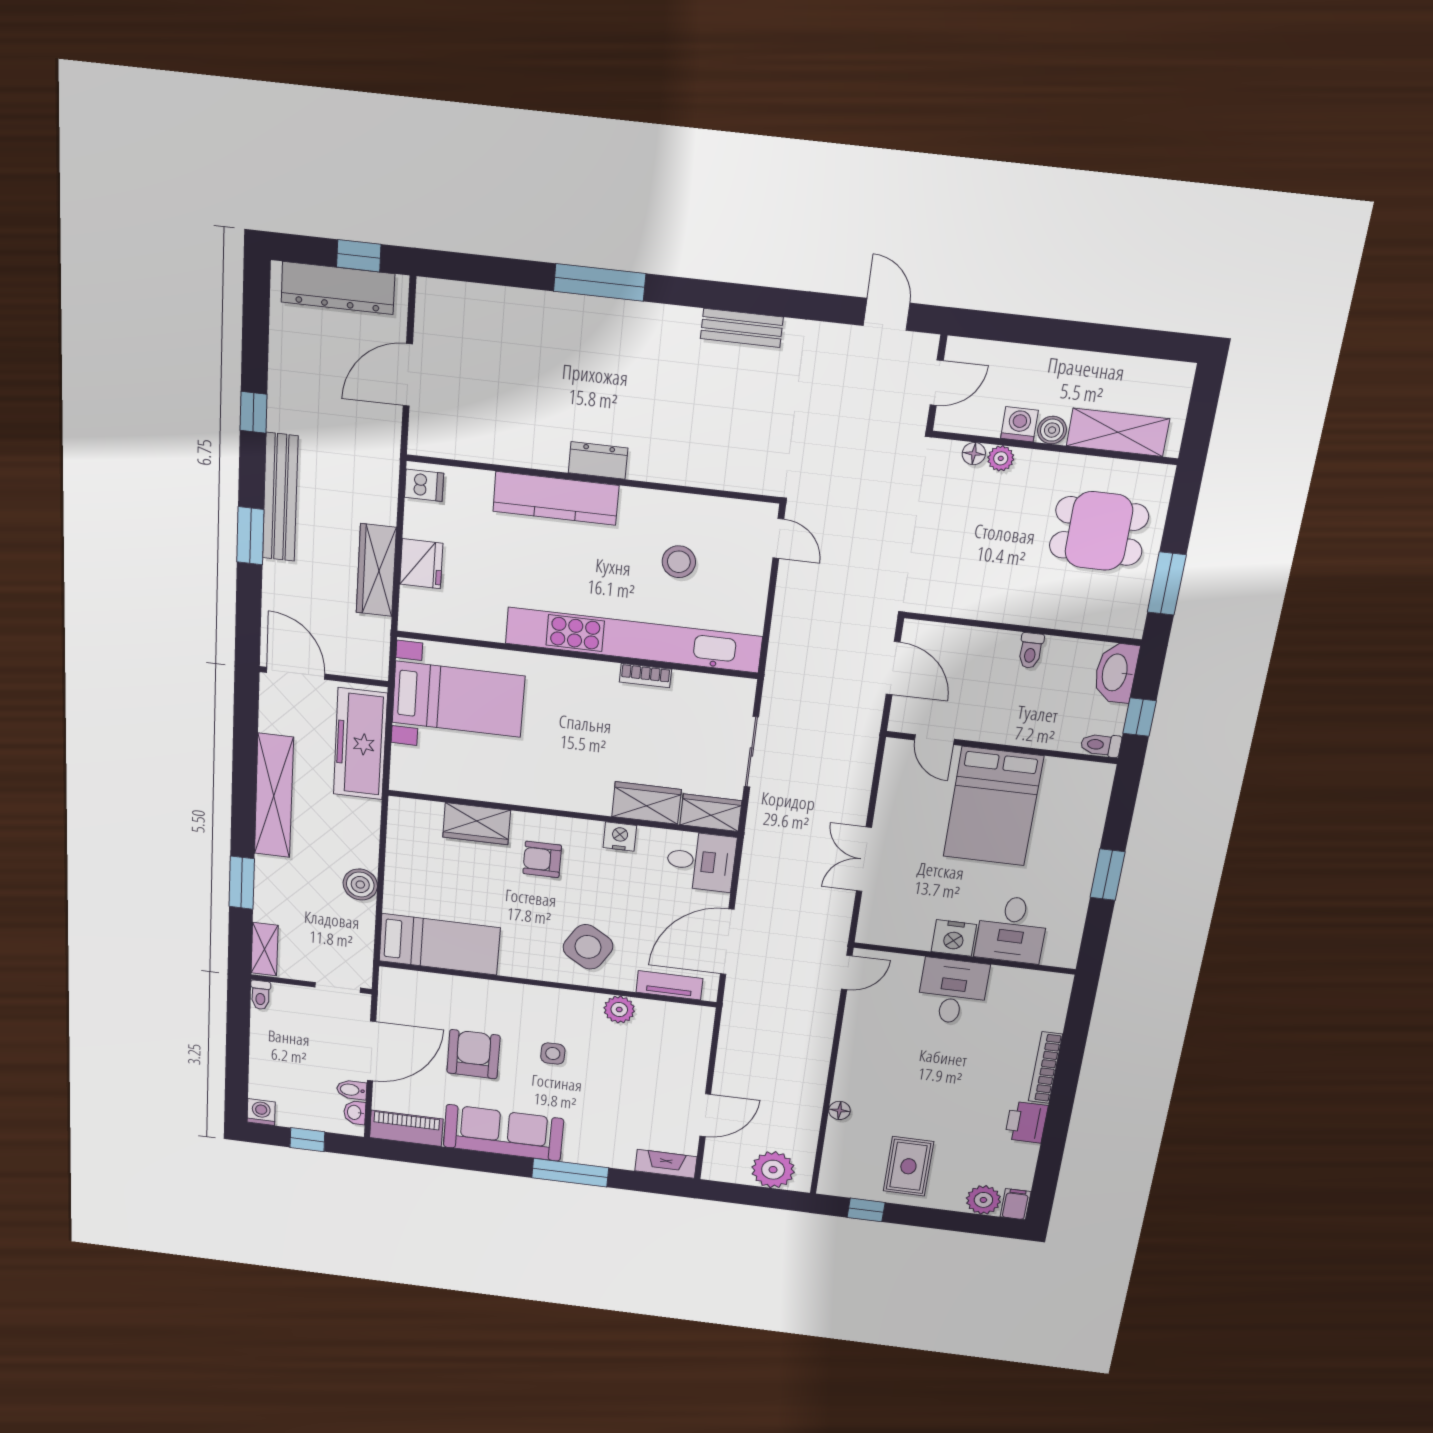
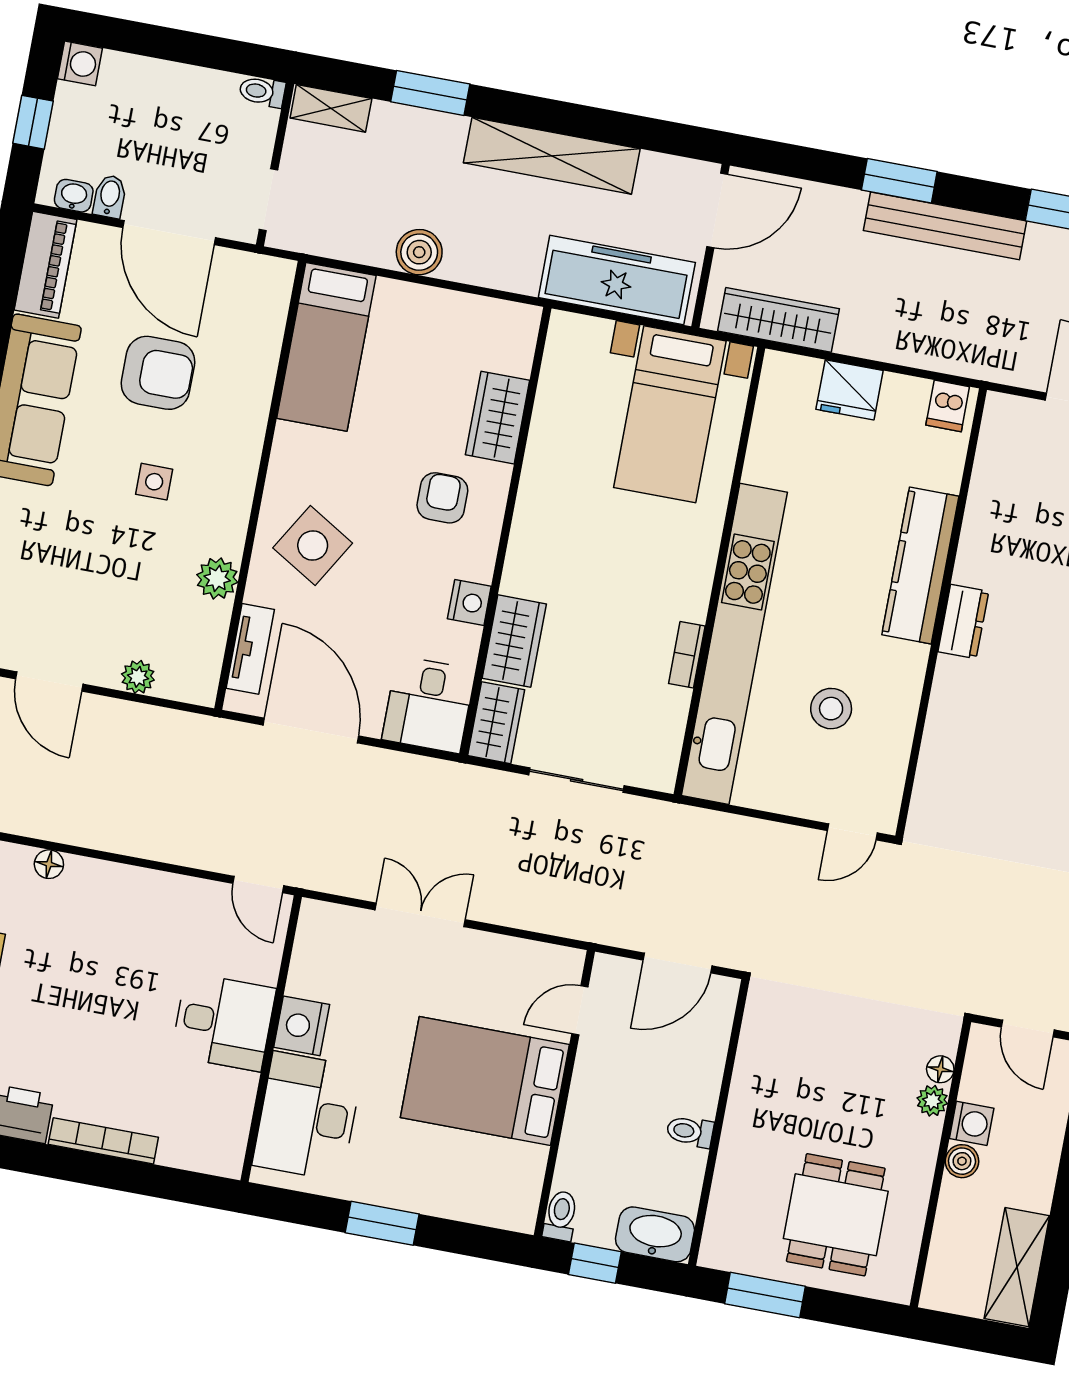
shelving: (1118, 432) -> (1017, 1267), moved
wardrobe: (376, 570) -> (778, 320), moved
desk: (1012, 929) -> (308, 1116), width x1.37
plant: (697, 1058) -> (138, 677), added

